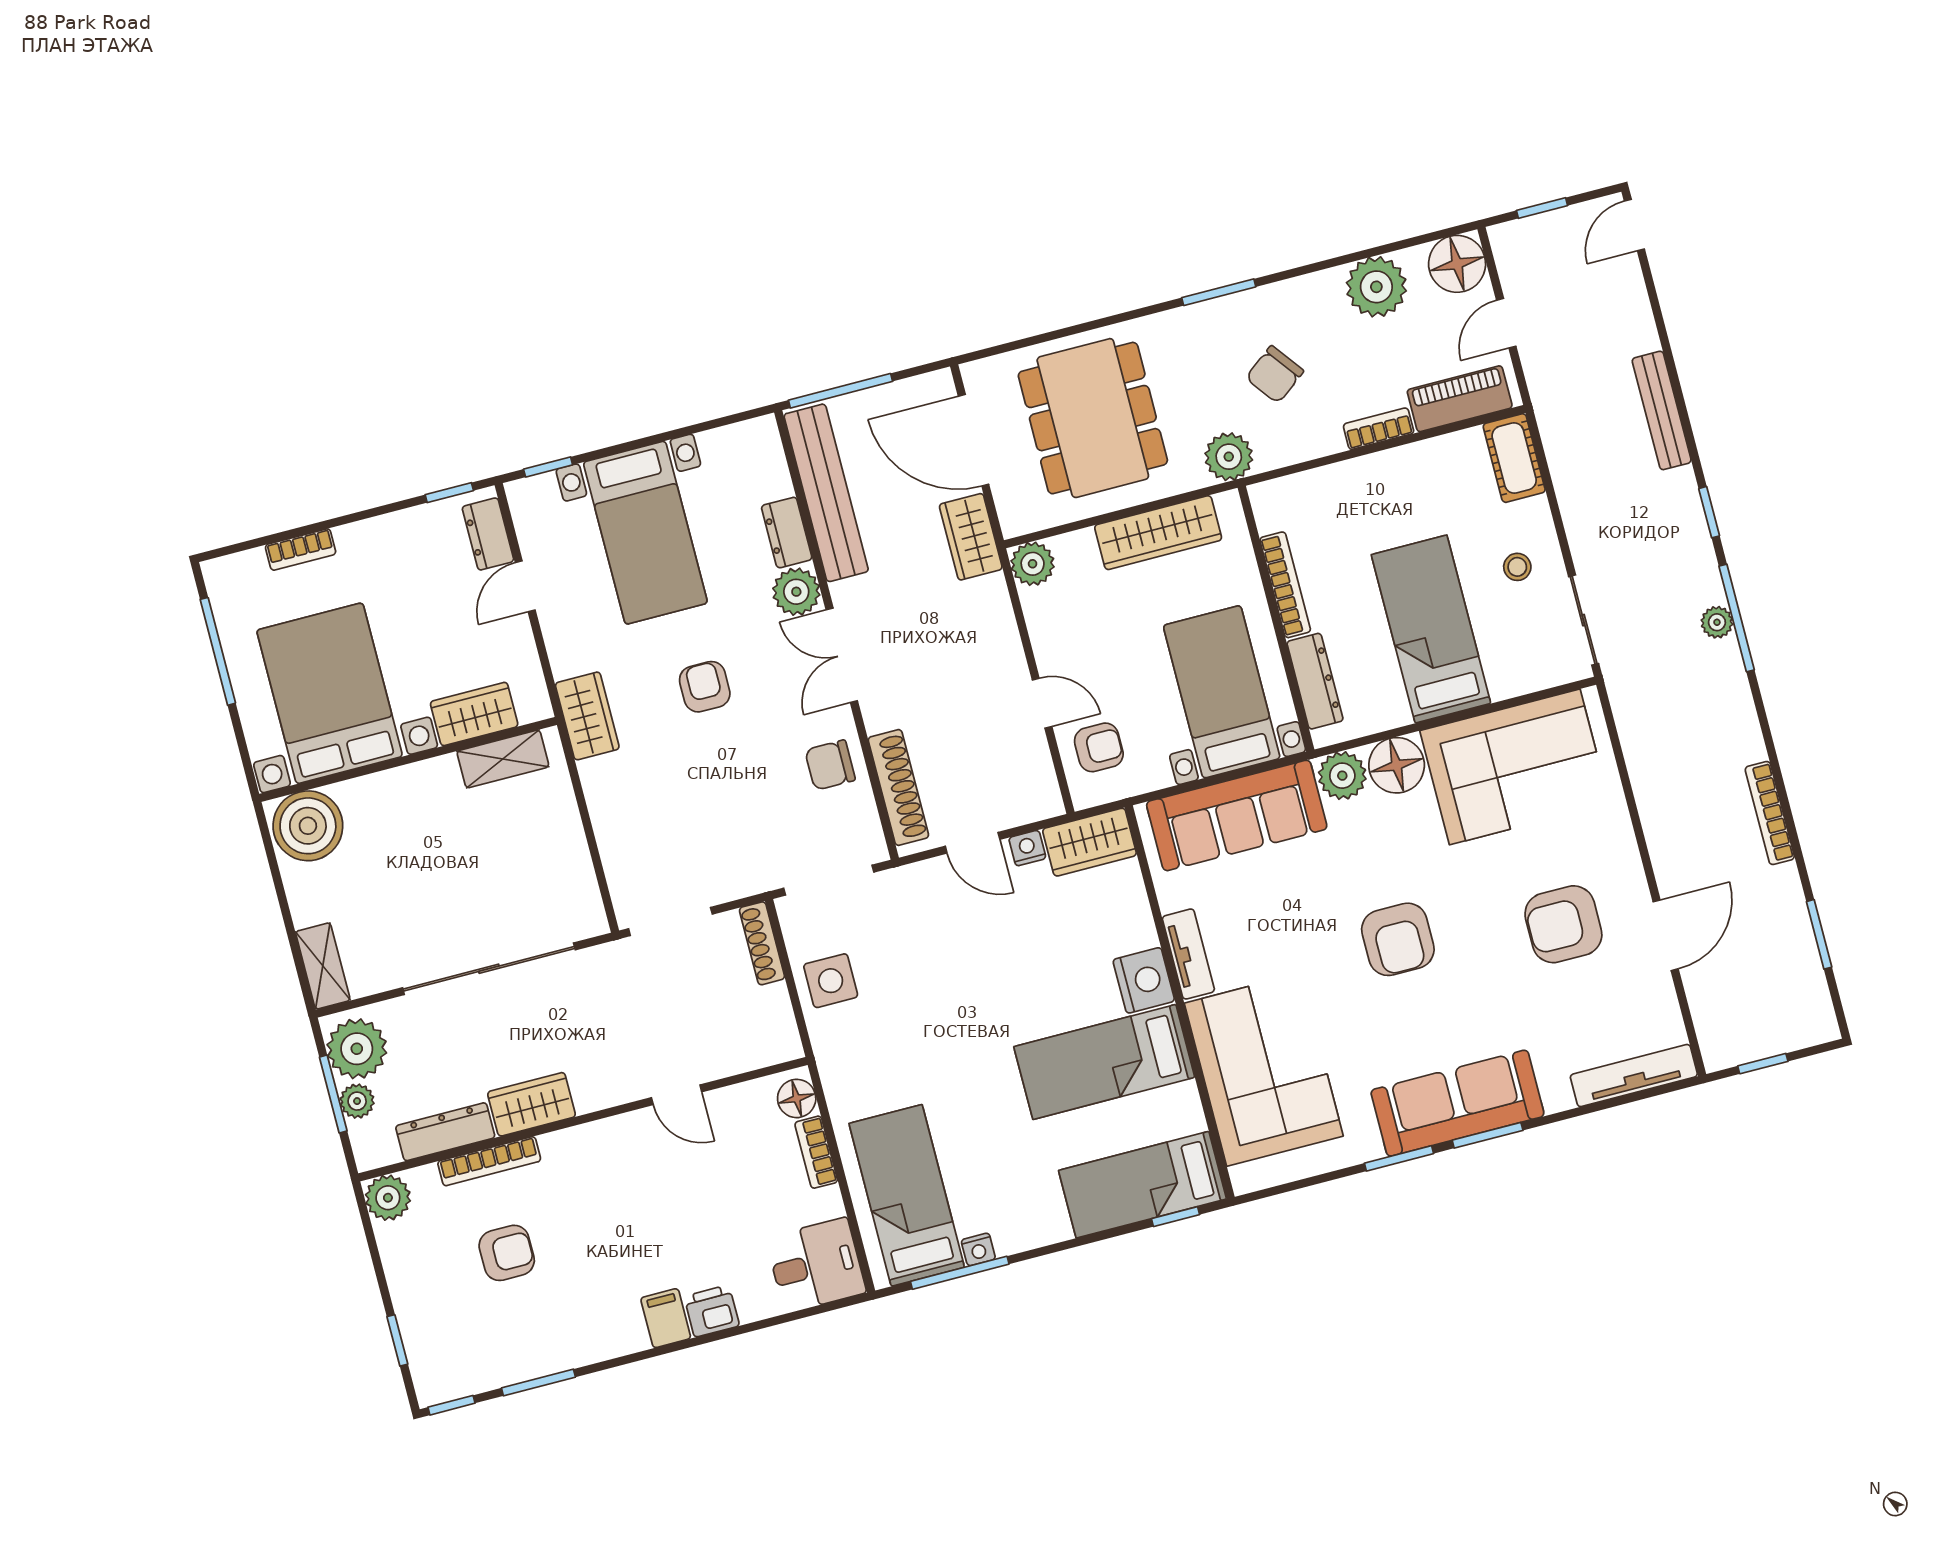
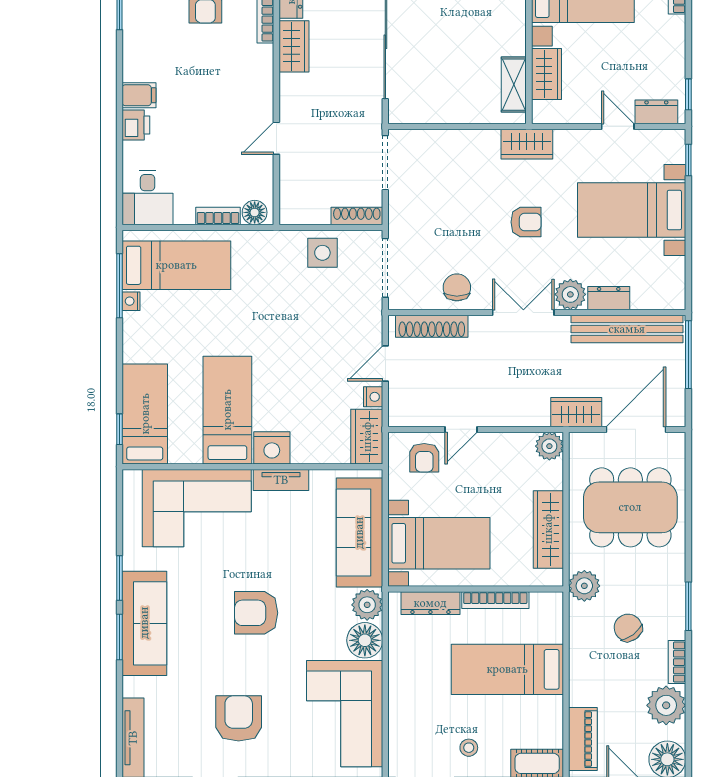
bookcase: (1379, 429) -> (677, 662), moved, turned 180
bed: (1431, 629) -> (507, 669), moved, turned 180

